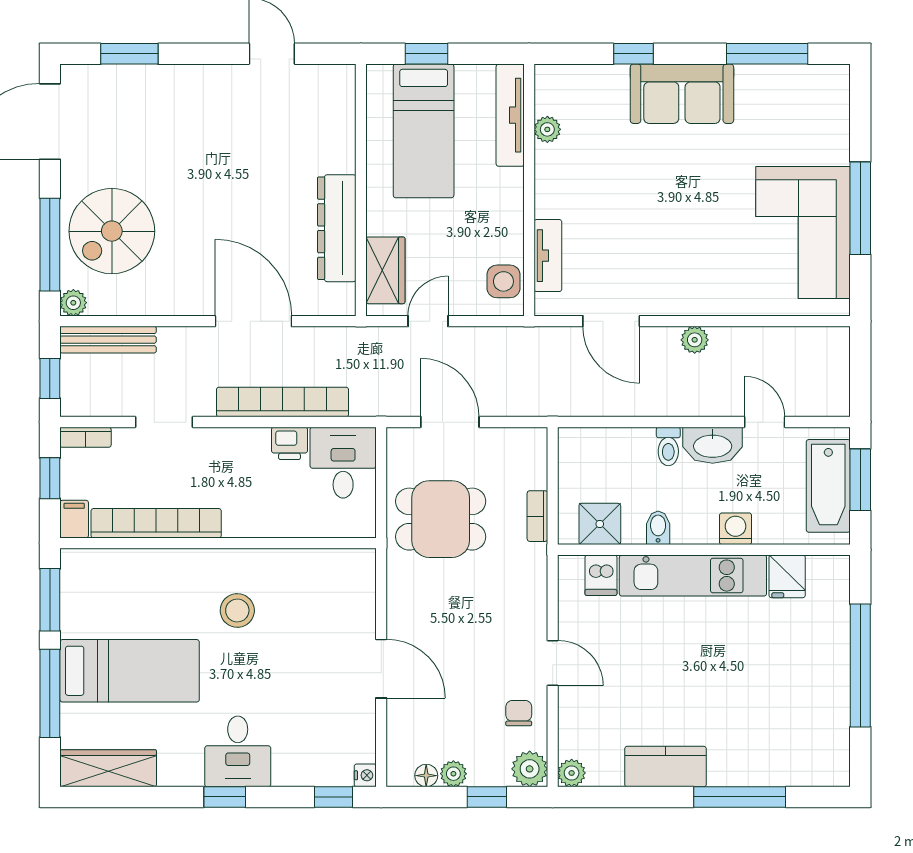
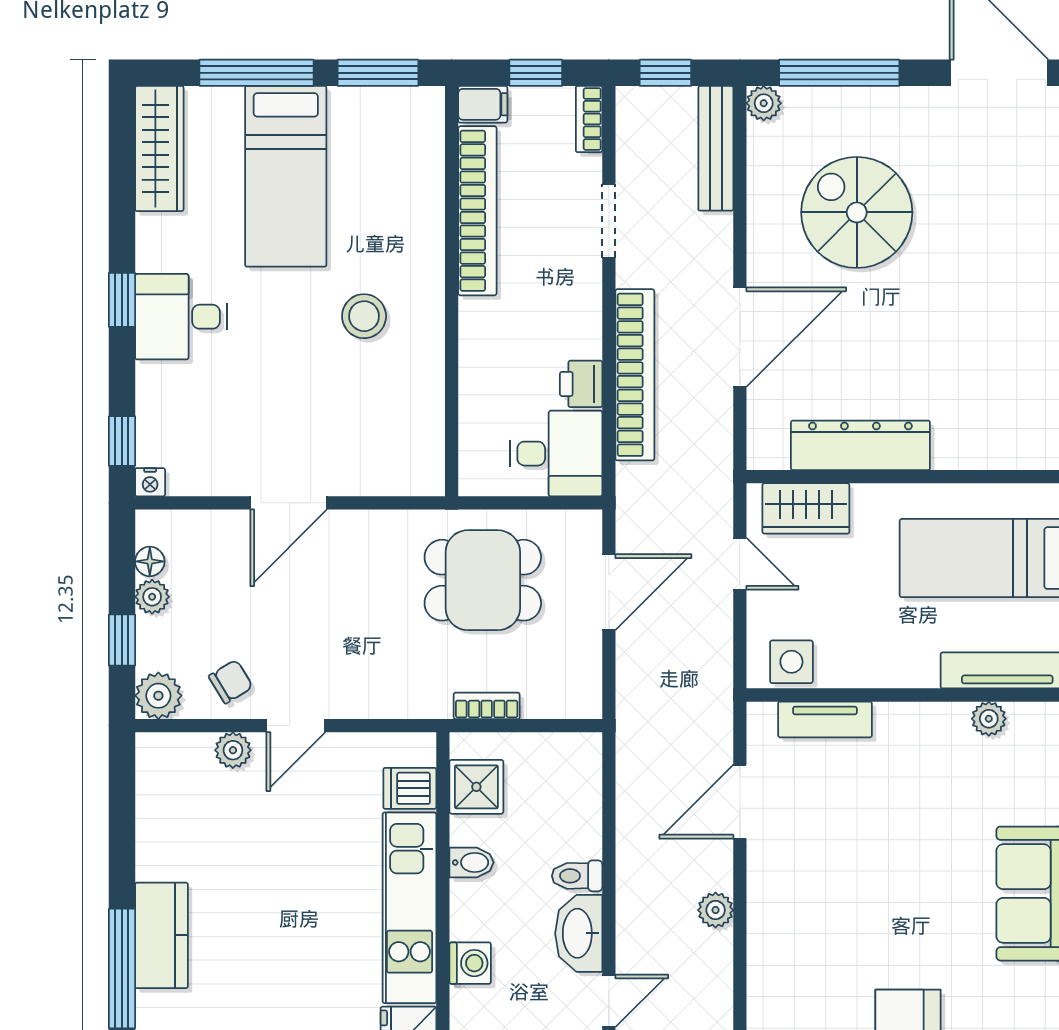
spiral stairs: (112, 231) -> (857, 212), moved
dining table: (441, 519) -> (483, 580), turned 90
chair: (519, 713) -> (231, 682), turned -31
kitchen counter: (665, 767) -> (161, 935), moved
plant: (572, 773) -> (233, 750), moved

